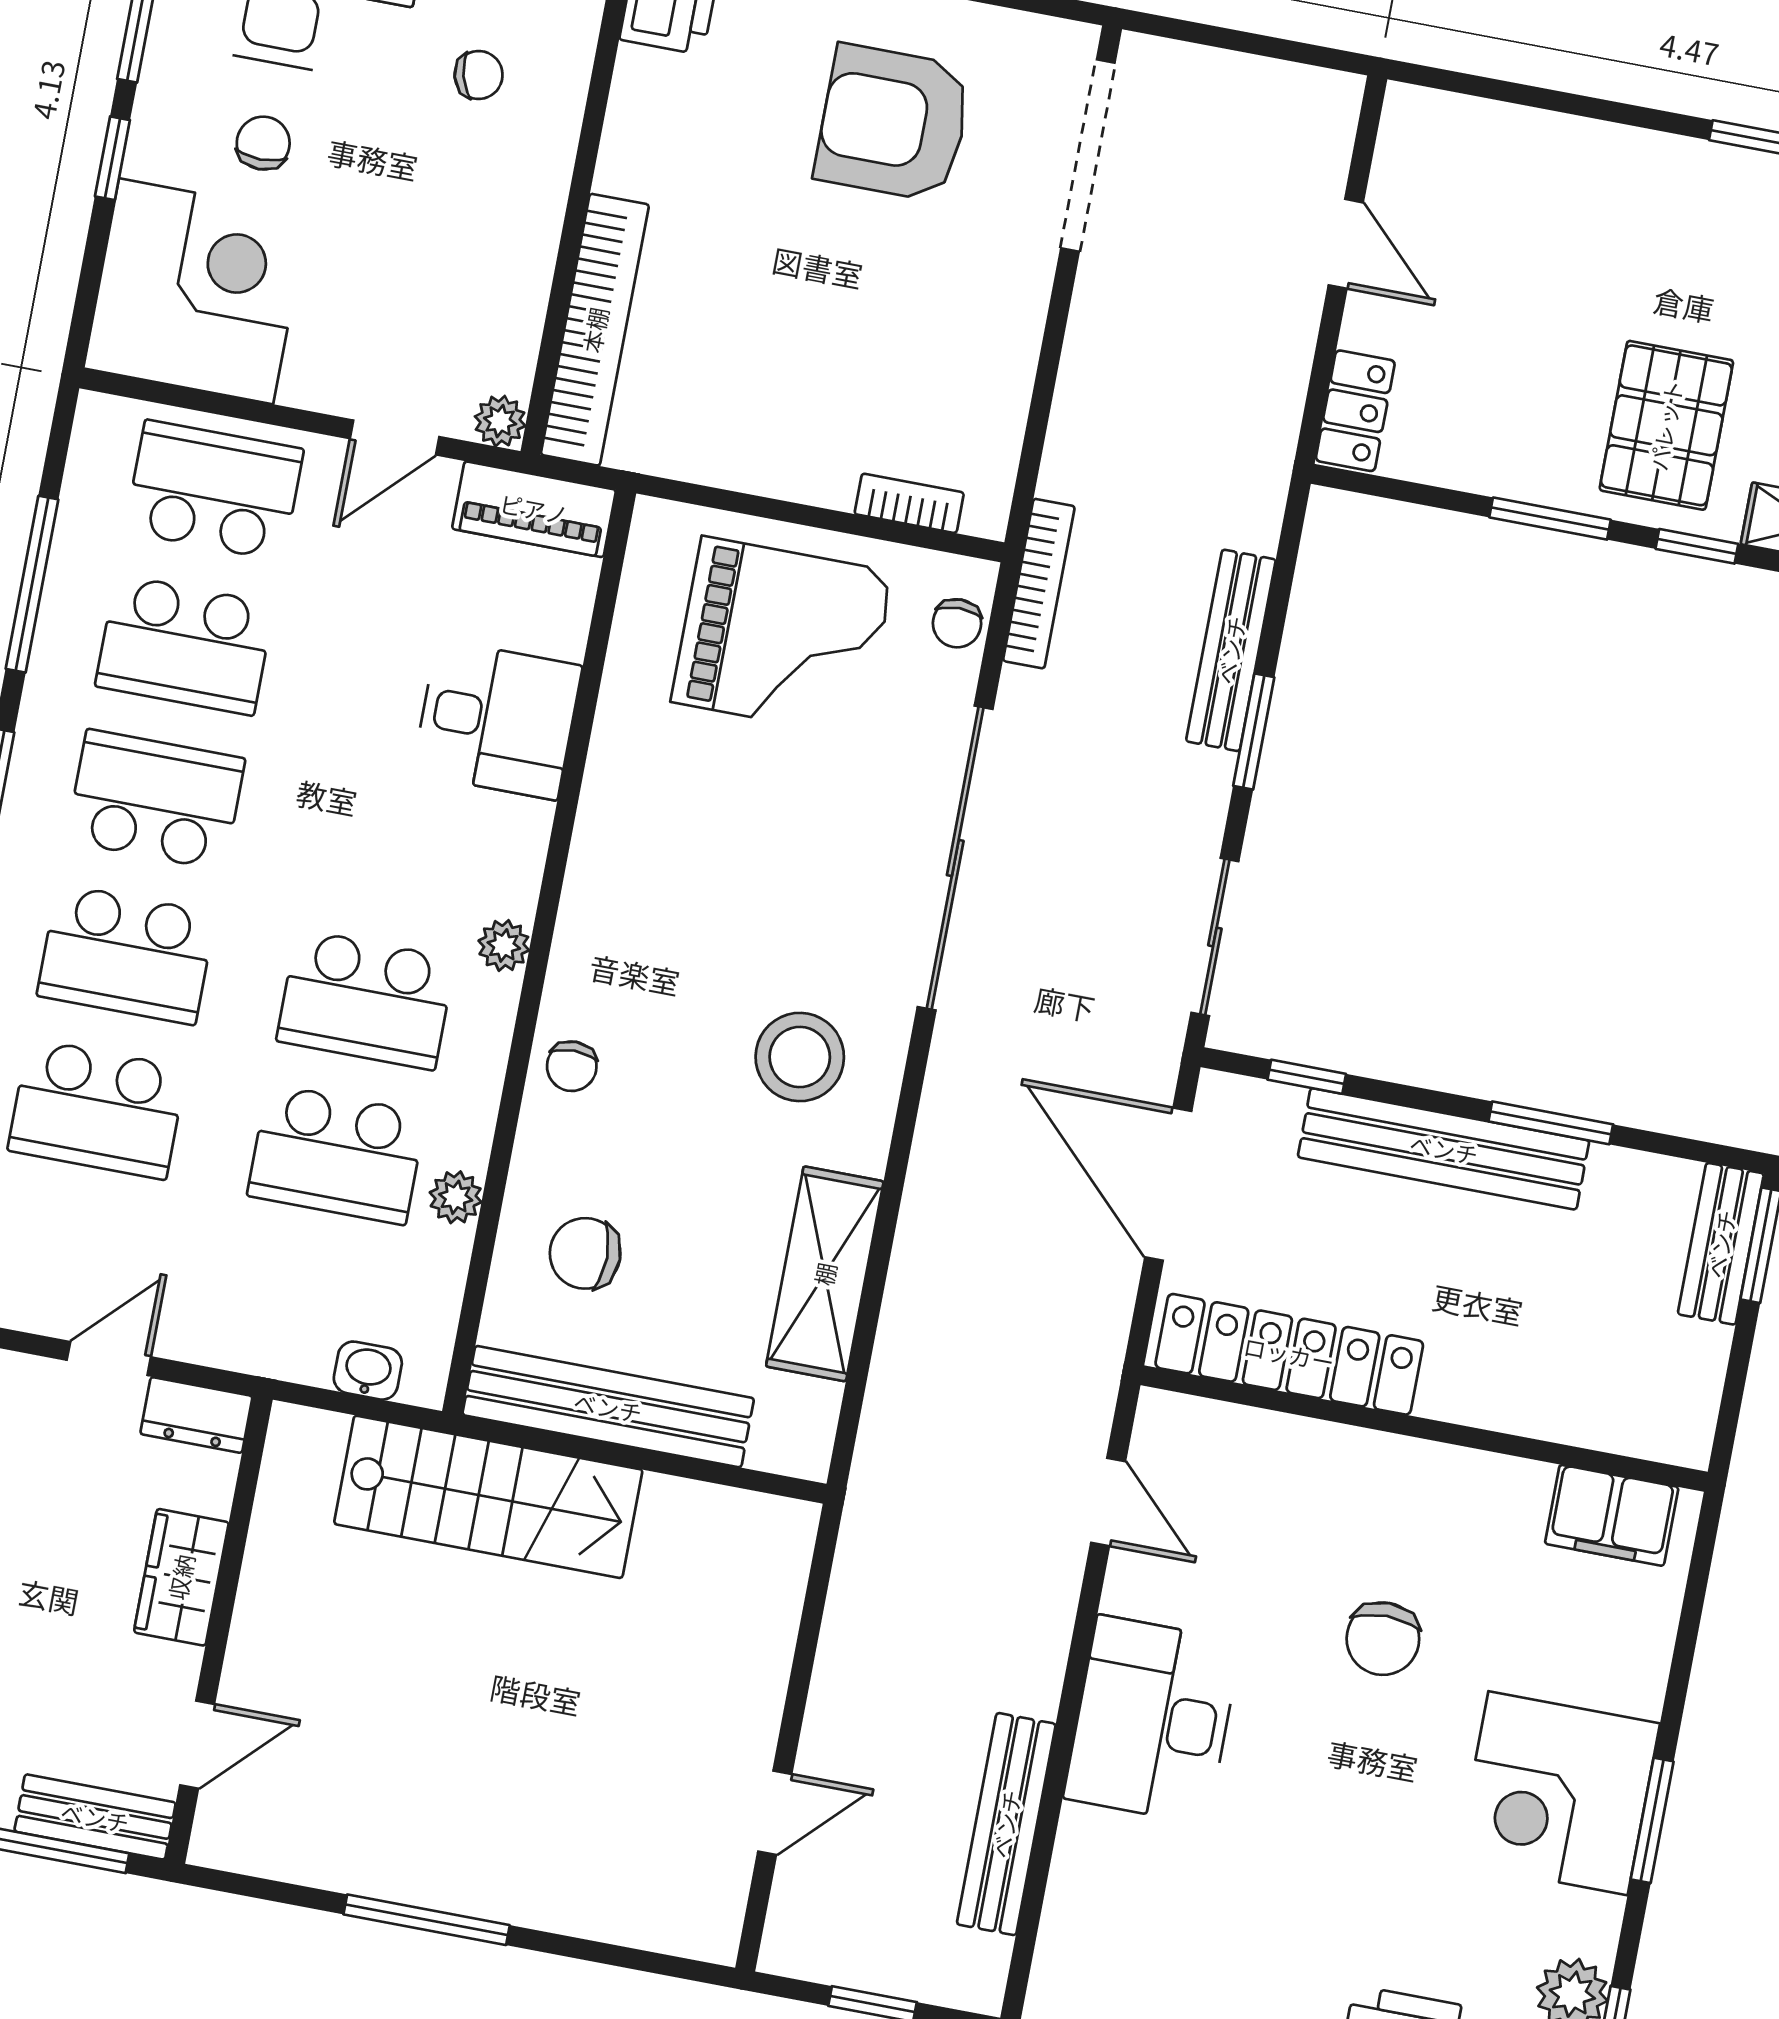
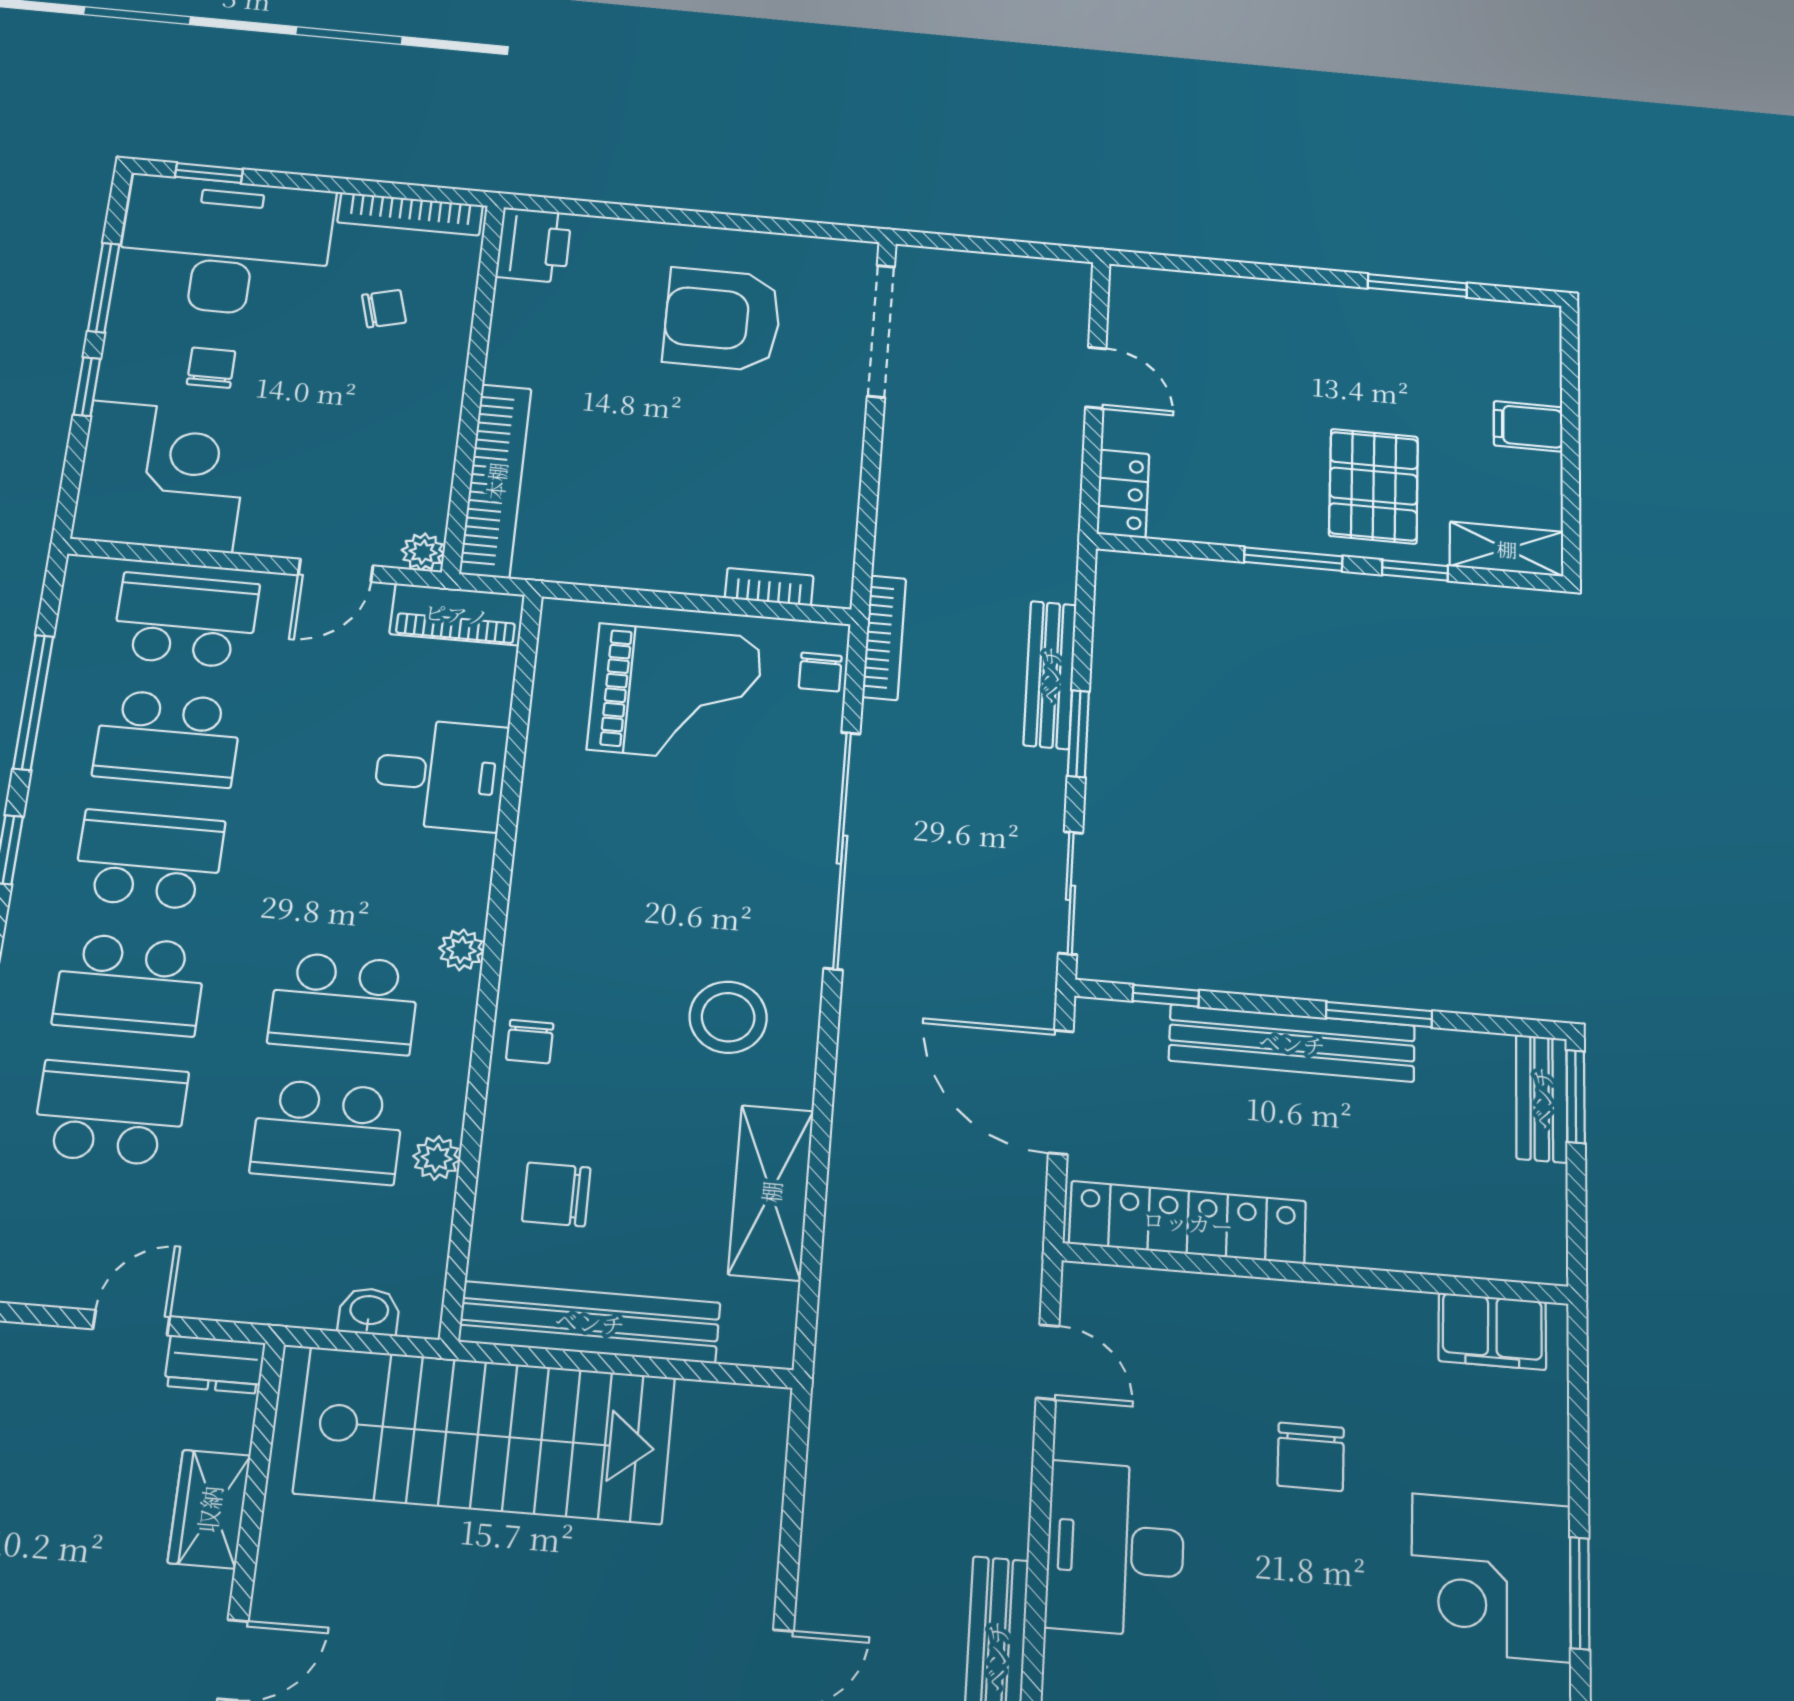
school desk: (97, 1109) -> (110, 1113), turned 180
stairs: (488, 1497) -> (485, 1435), width x1.36, depth x1.51

